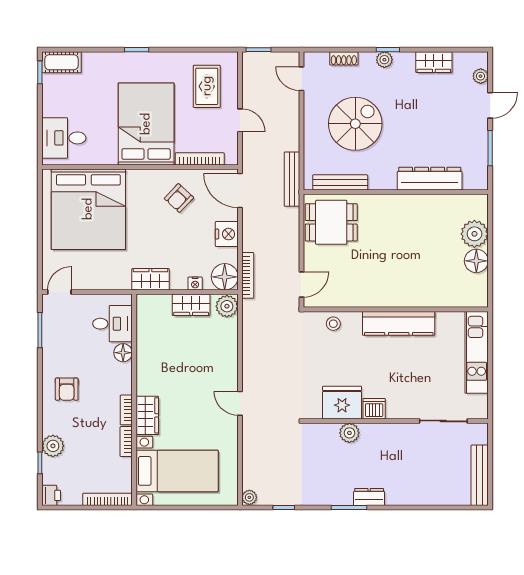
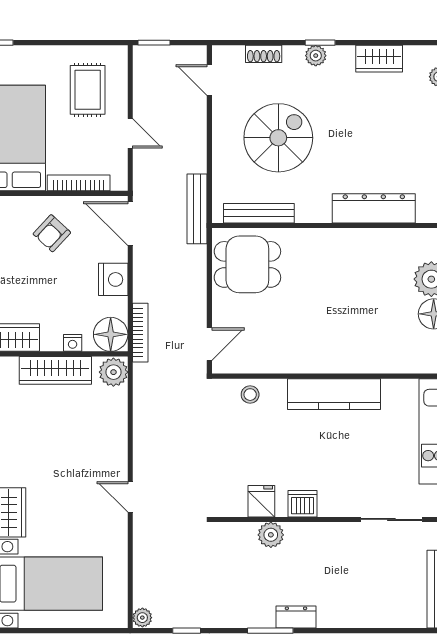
wardrobe: (191, 305) -> (55, 370), width x1.50
fridge: (342, 403) -> (261, 501), width x0.53, depth x0.75

